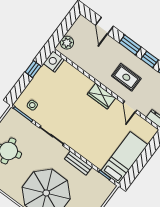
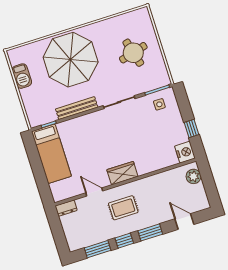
bench: (78, 163) -> (77, 108), width x1.36

